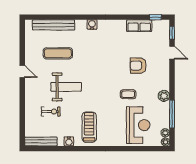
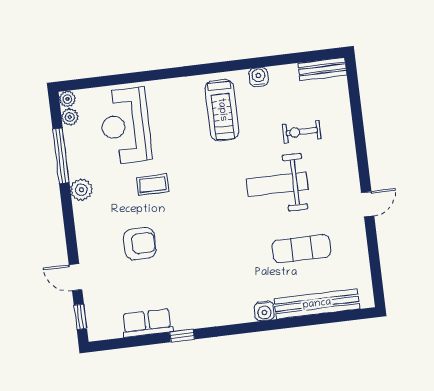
window: (155, 17) -> (182, 336), moved
water cooler: (92, 25) -> (264, 311), moved
door: (22, 71) -> (368, 204), swing flipped
bench: (41, 142) -> (322, 69), width x0.73

